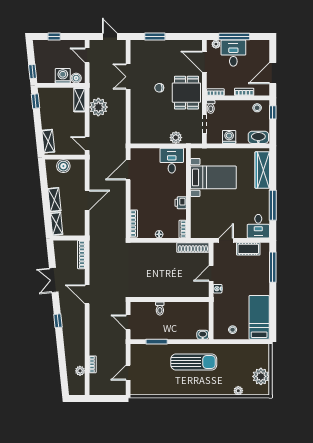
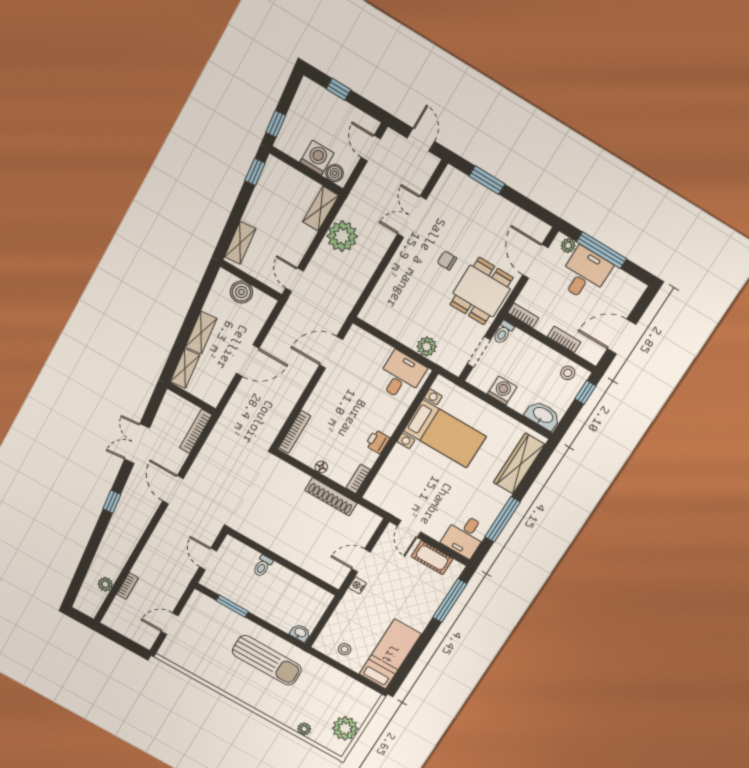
door: (226, 240) -> (409, 529), swing flipped
shoe rack: (193, 248) -> (331, 497), moved

